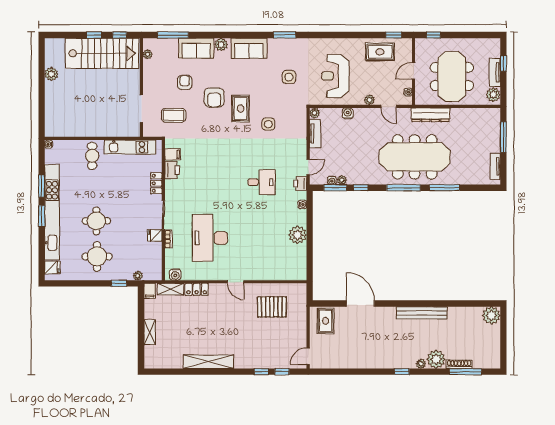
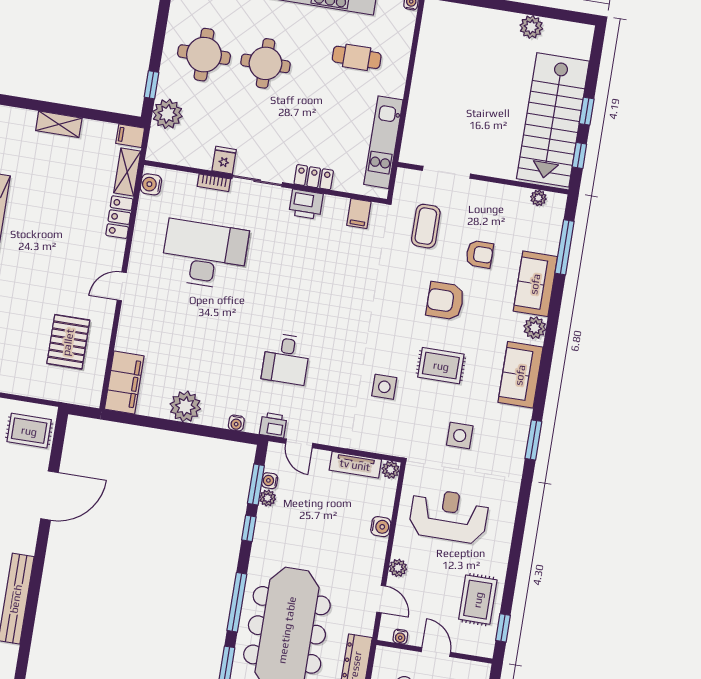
door: (389, 106) -> (381, 599), swing flipped
rug: (241, 109) -> (441, 366), moved
cafe table: (92, 156) -> (357, 57), moved
printer: (172, 170) -> (306, 204), moved
filing cabinet: (290, 272) -> (124, 383), added
plant: (138, 276) -> (167, 114), width x1.88, depth x1.88

